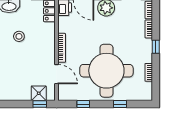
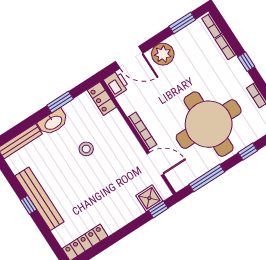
window: (83, 104) -> (207, 178), width x2.17

